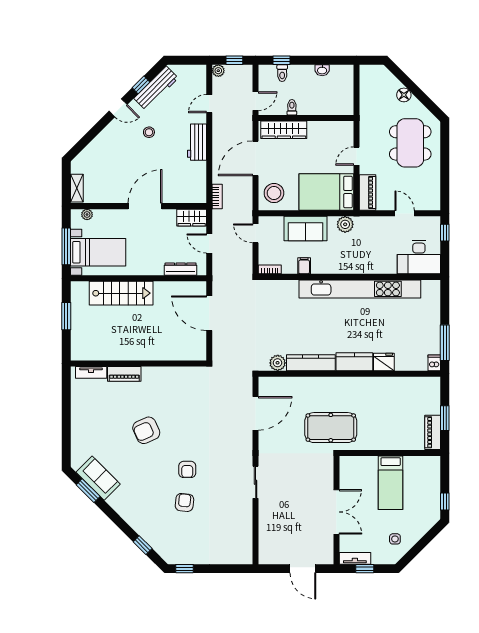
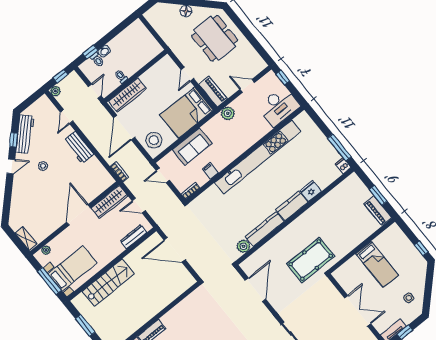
washbasin: (322, 70) -> (104, 51), moved
wardrobe: (192, 218) -> (109, 202), width x1.50
plant: (345, 224) -> (228, 113), moved

